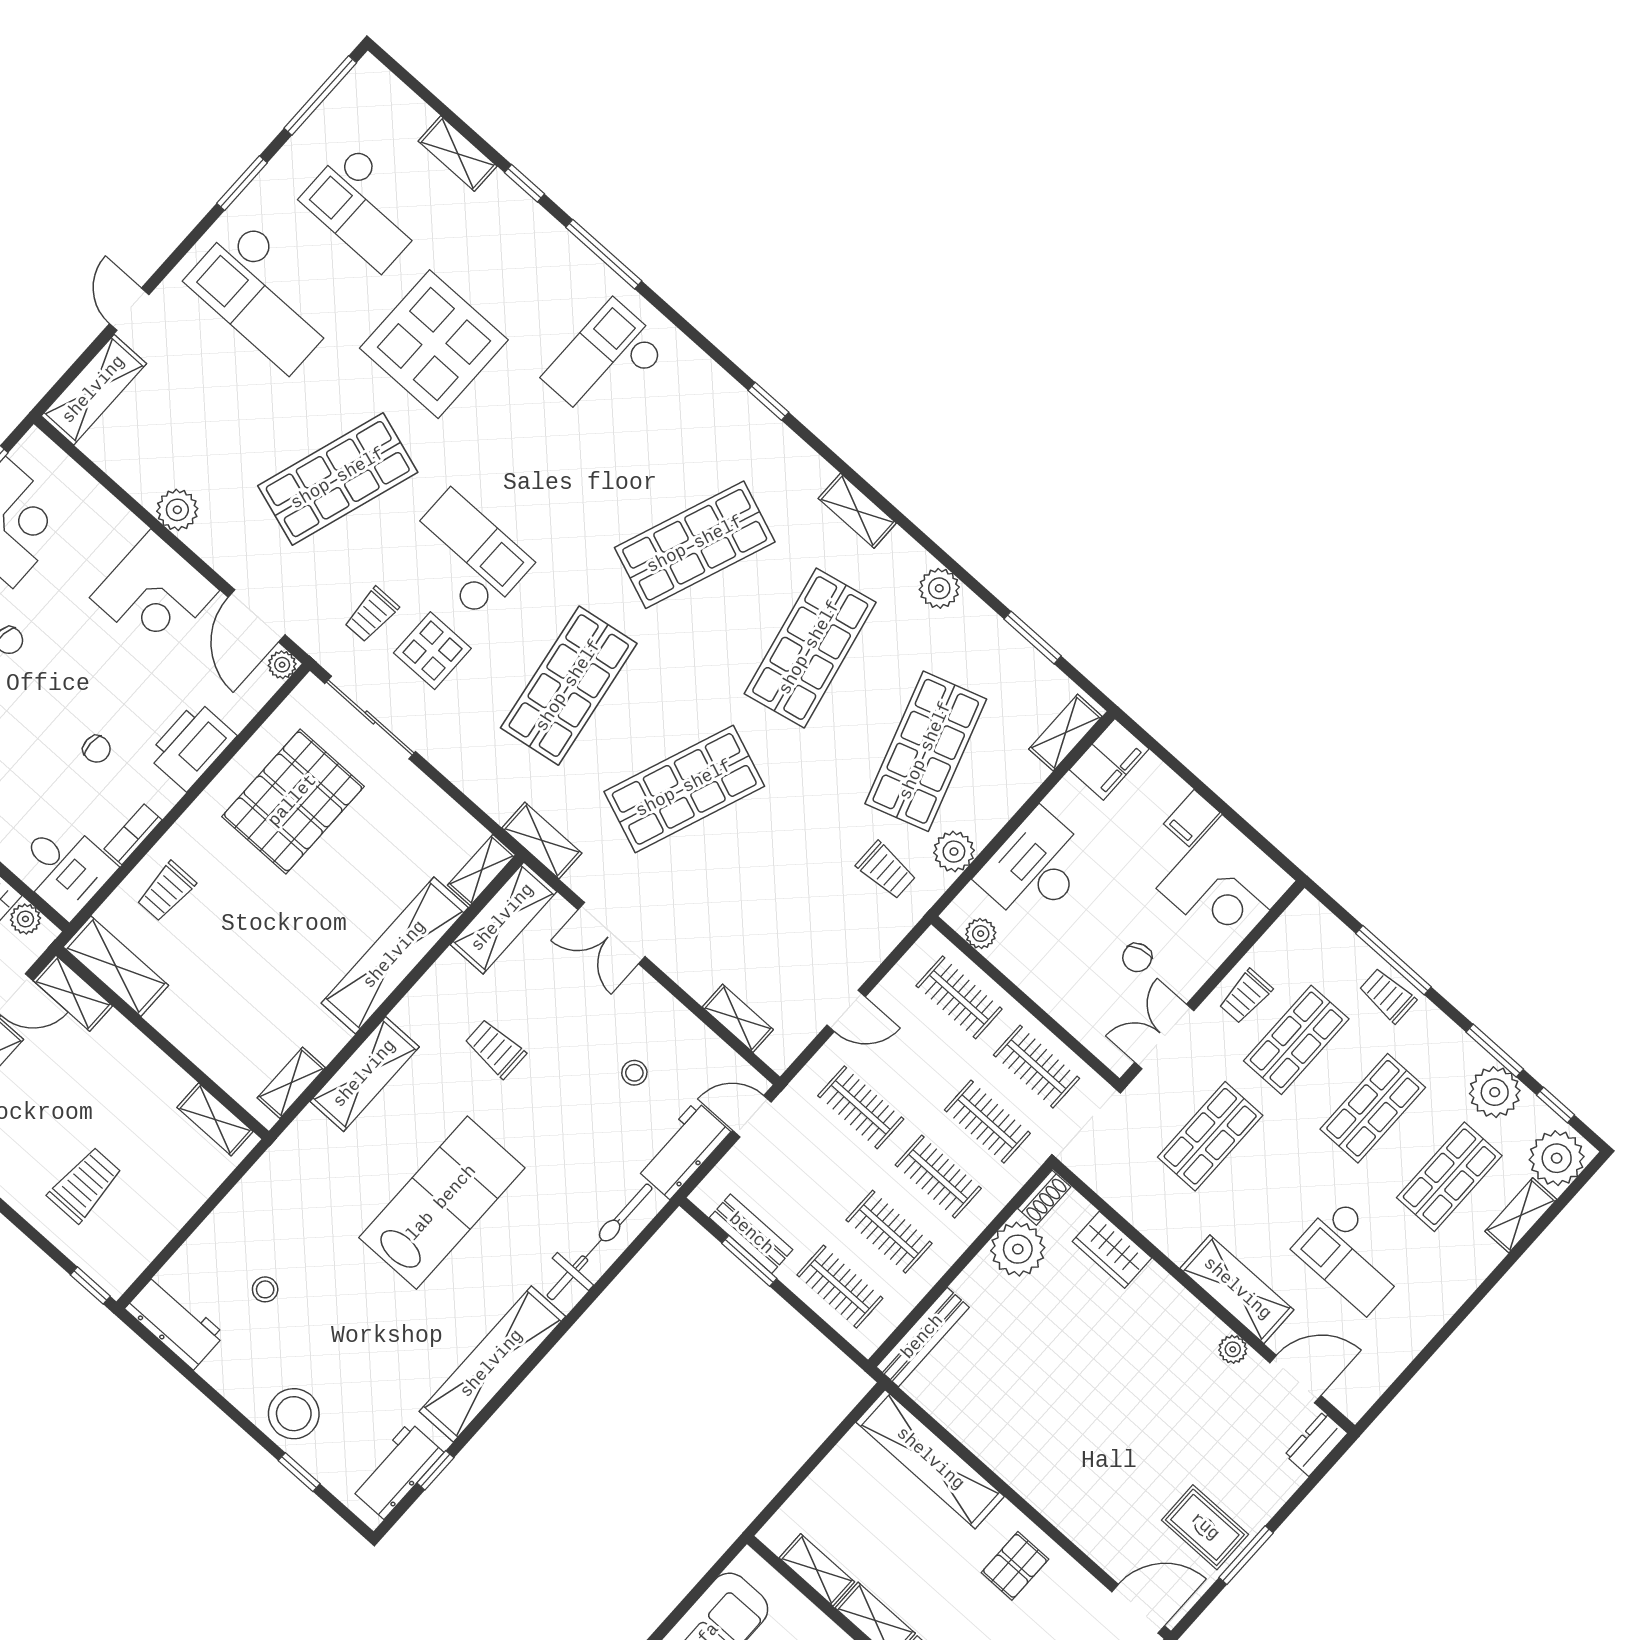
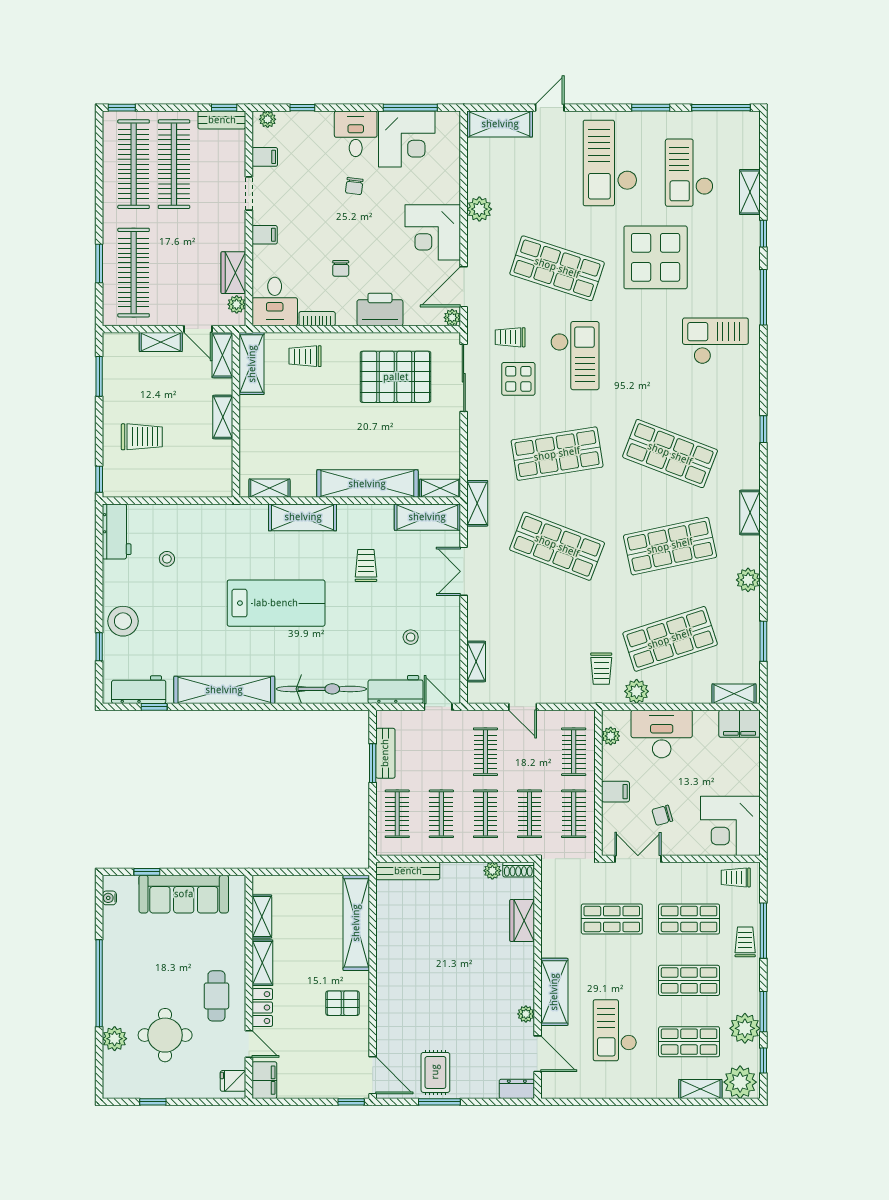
filing cabinet: (1192, 818) -> (615, 792), moved, turned 180
trolley: (1246, 996) -> (736, 877), moved
shelving: (215, 1119) -> (223, 417), moved
plant: (1018, 1249) -> (492, 871), width x0.53, depth x0.53

